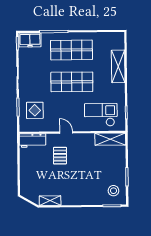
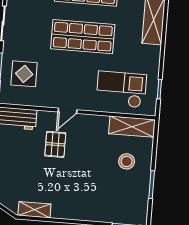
door: (66, 132) -> (68, 111), swing flipped
stool: (113, 191) -> (127, 161), moved

